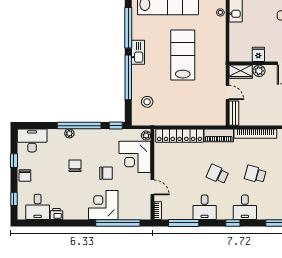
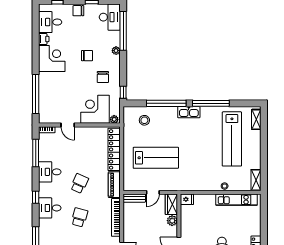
fridge: (258, 54) -> (187, 199), moved
lab bench: (183, 55) -> (156, 158), moved
window: (79, 126) -> (123, 31), moved
chair: (106, 173) -> (103, 77), moved
door: (152, 187) -> (68, 125), hinge flipped
corner desk: (103, 205) -> (52, 58), moved

